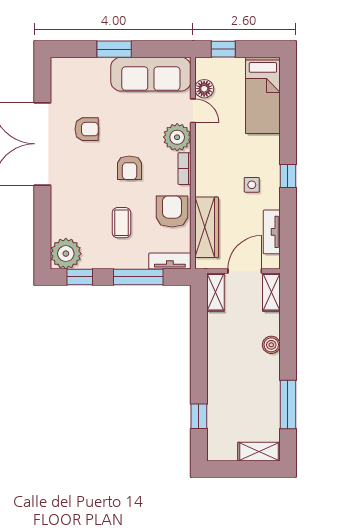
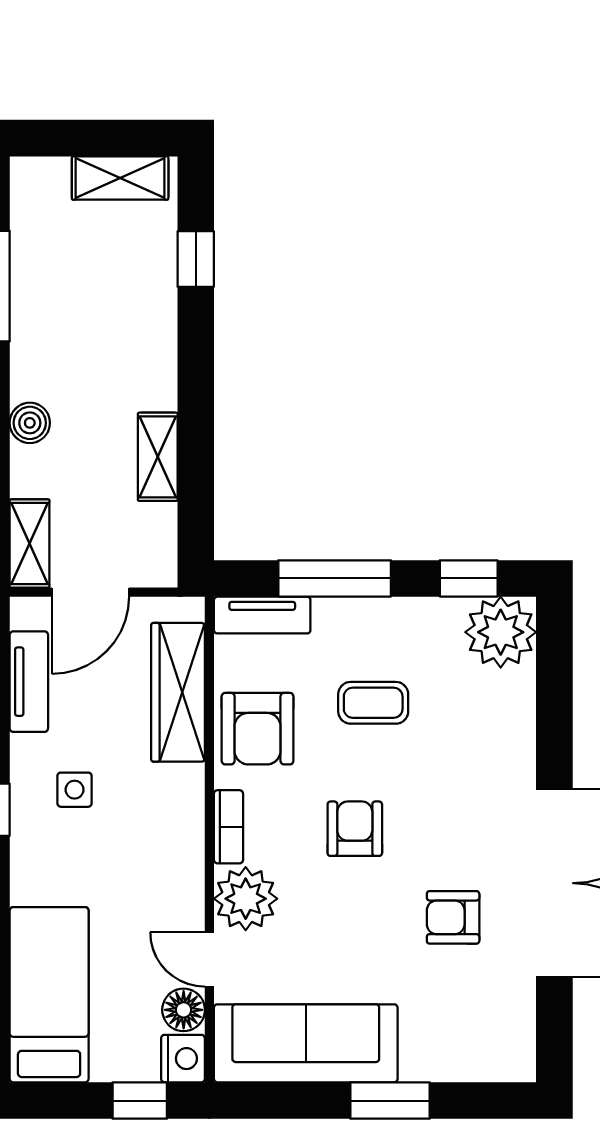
nightstand: (204, 67) -> (183, 1059), added
coffee table: (121, 223) -> (373, 703), turned 90
shelving: (215, 292) -> (158, 457), moved
shelving: (259, 452) -> (120, 178), moved

